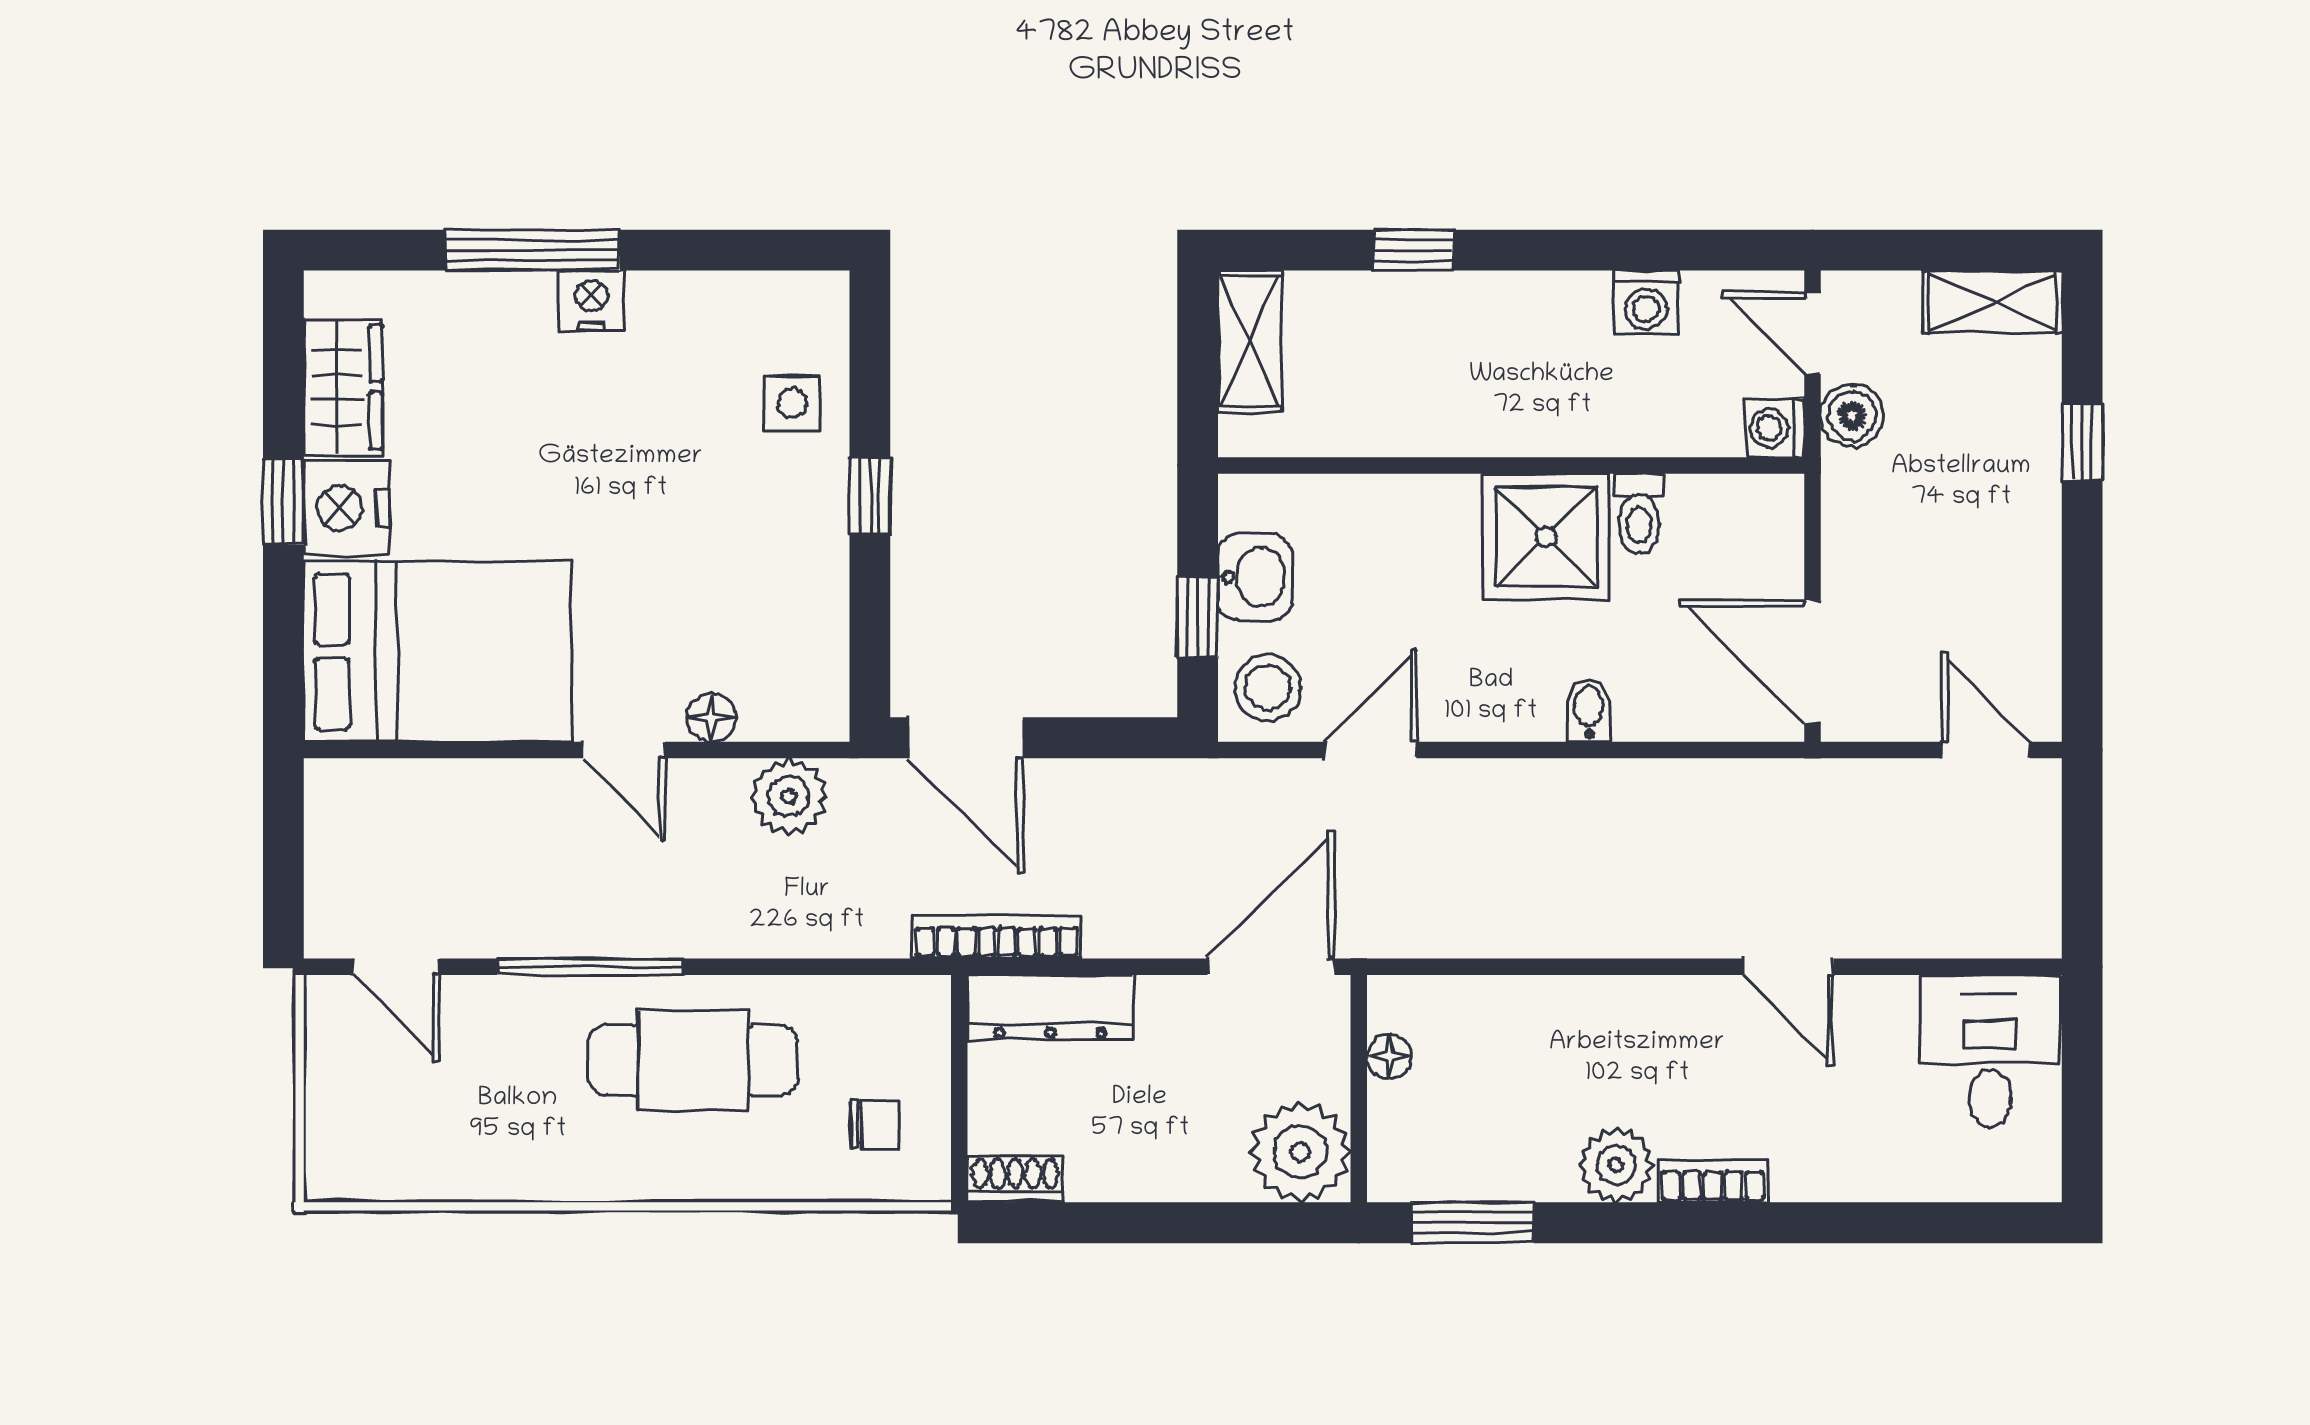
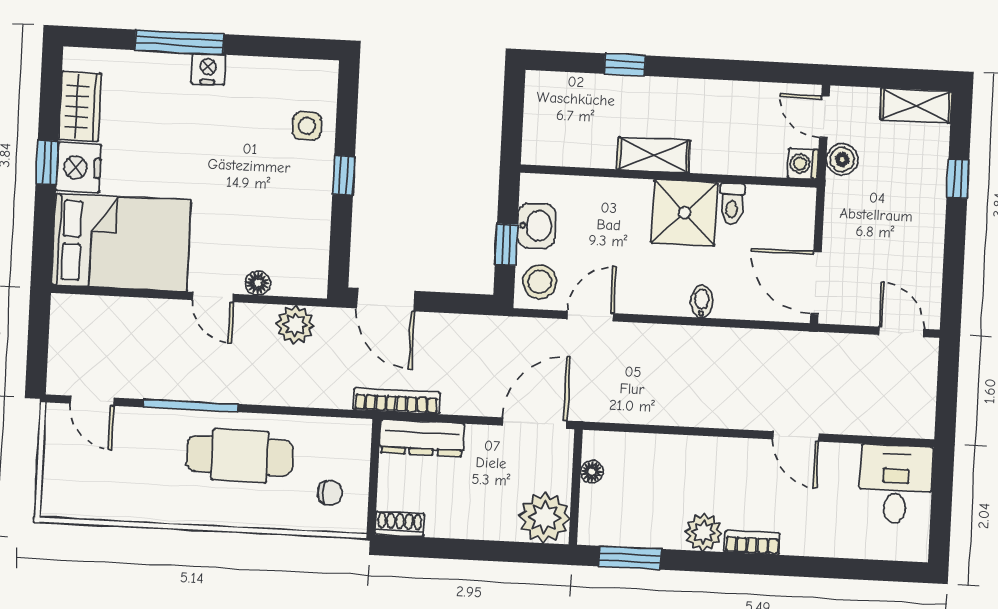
washing machine: (1646, 303) -> (741, 97), removed
shelving: (1250, 341) -> (653, 155), moved, turned 90

